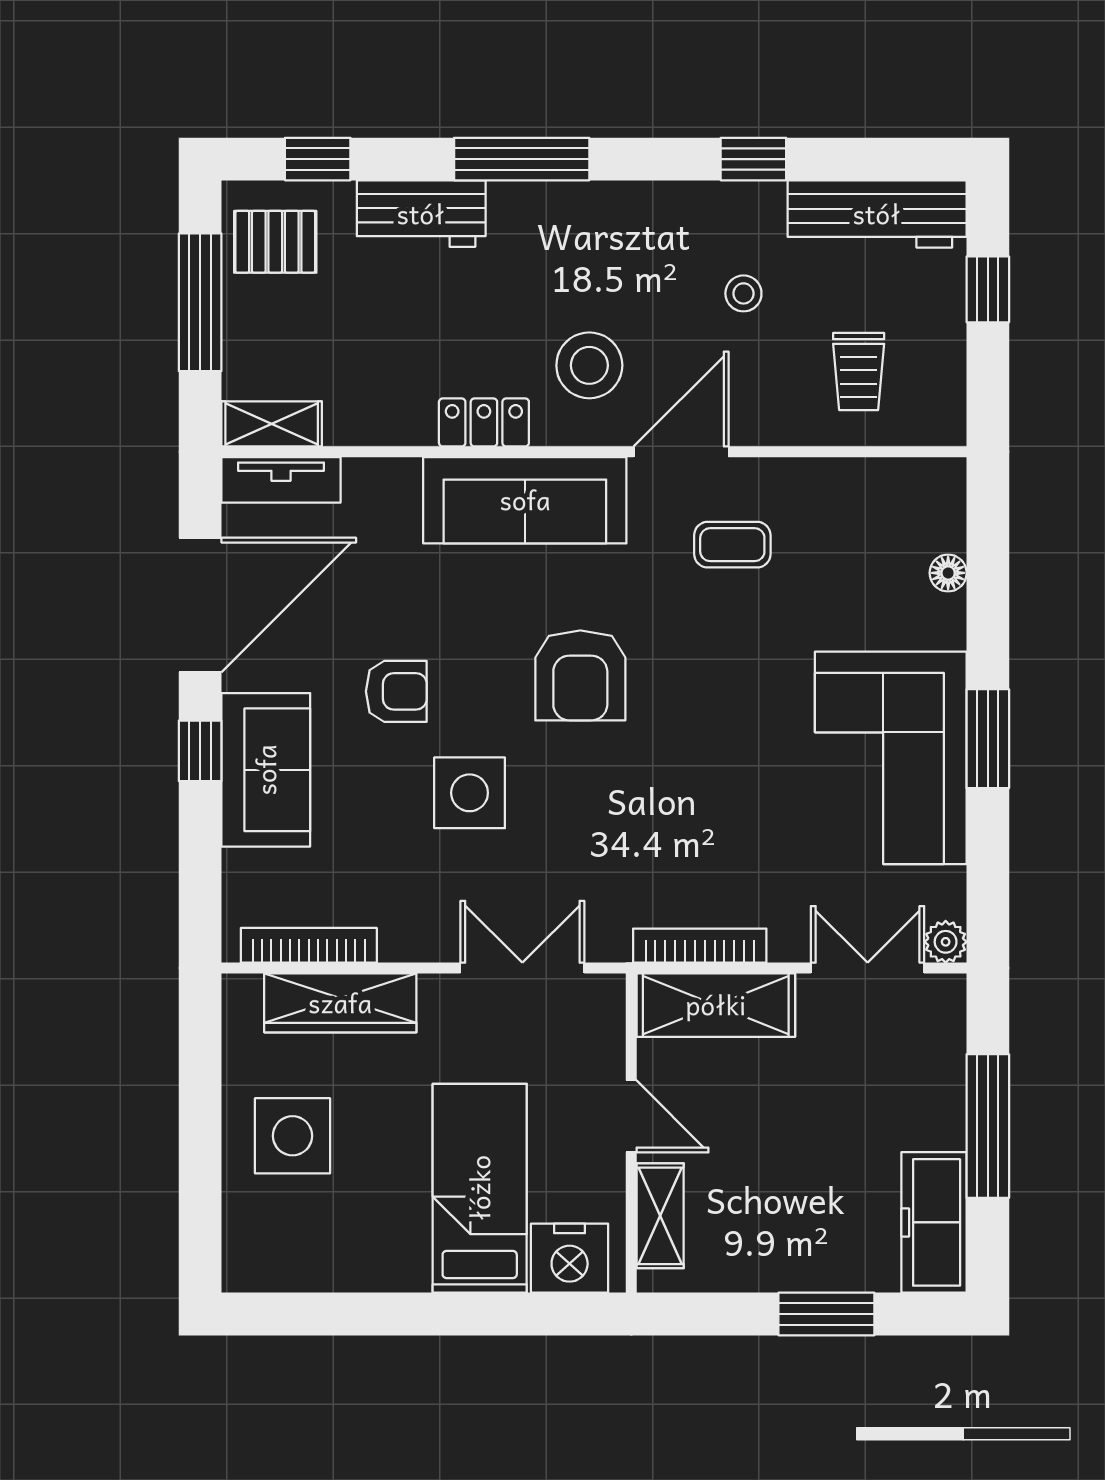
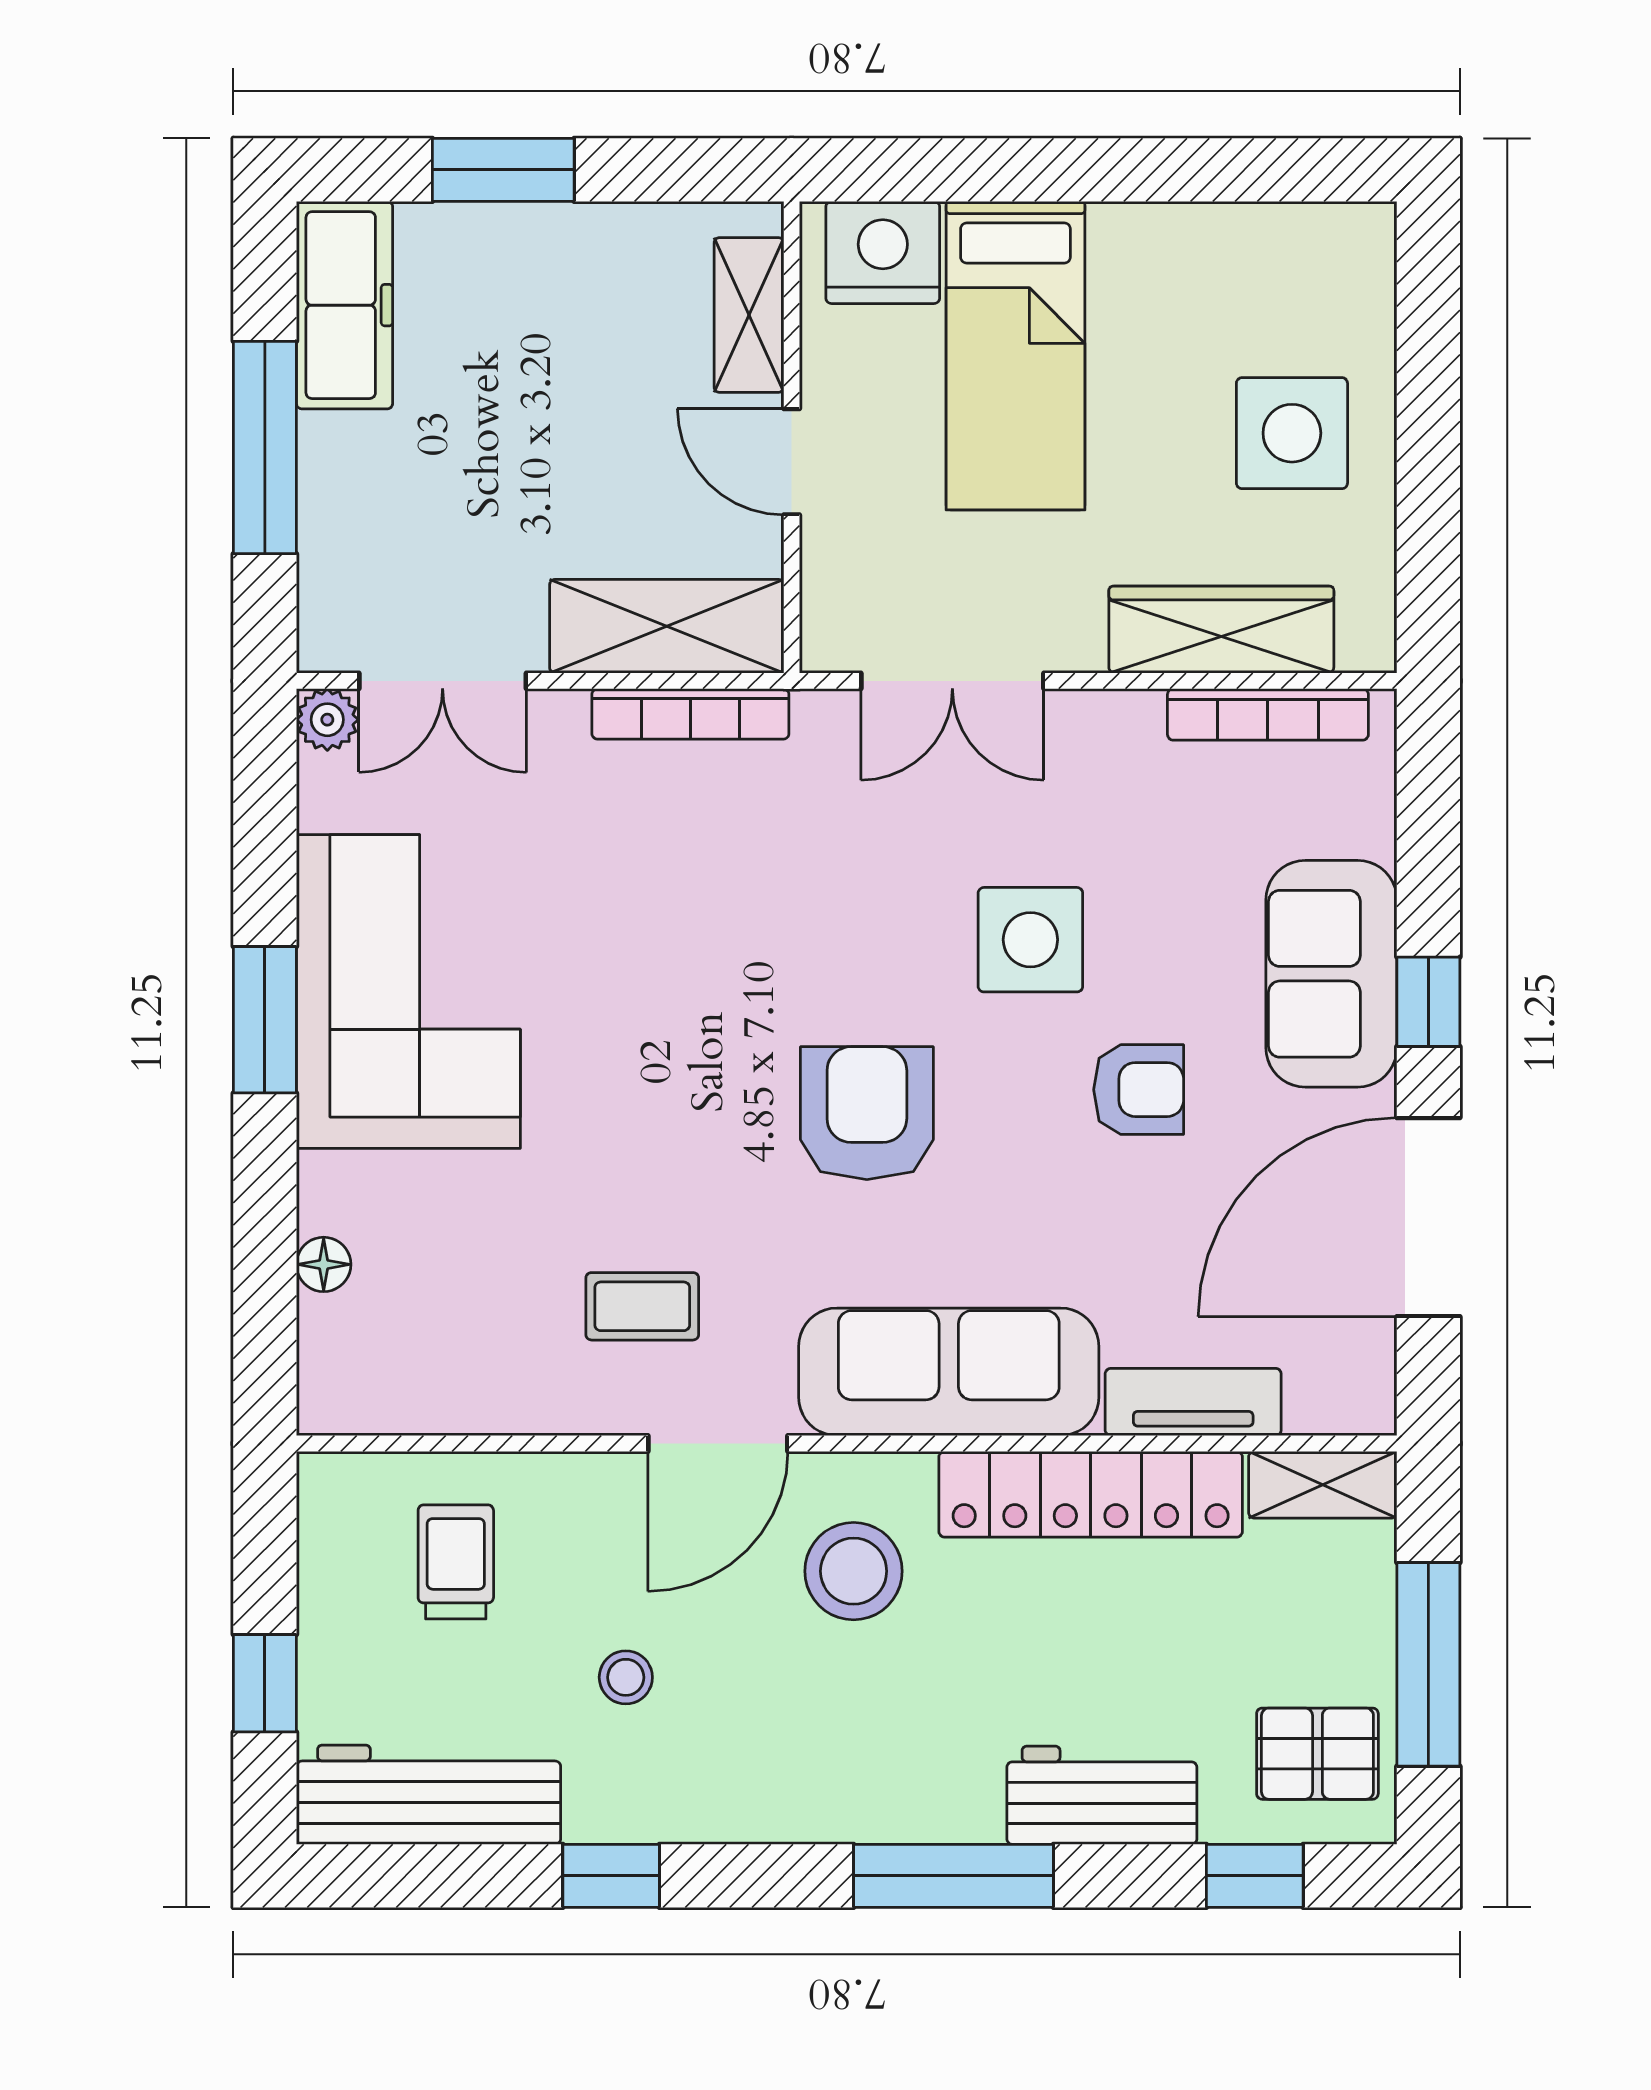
locker: (484, 422) -> (1091, 1494), width x2.16, depth x1.21
tv unit: (281, 480) -> (1193, 1402), moved
armchair: (396, 691) -> (1139, 1090), turned 180

